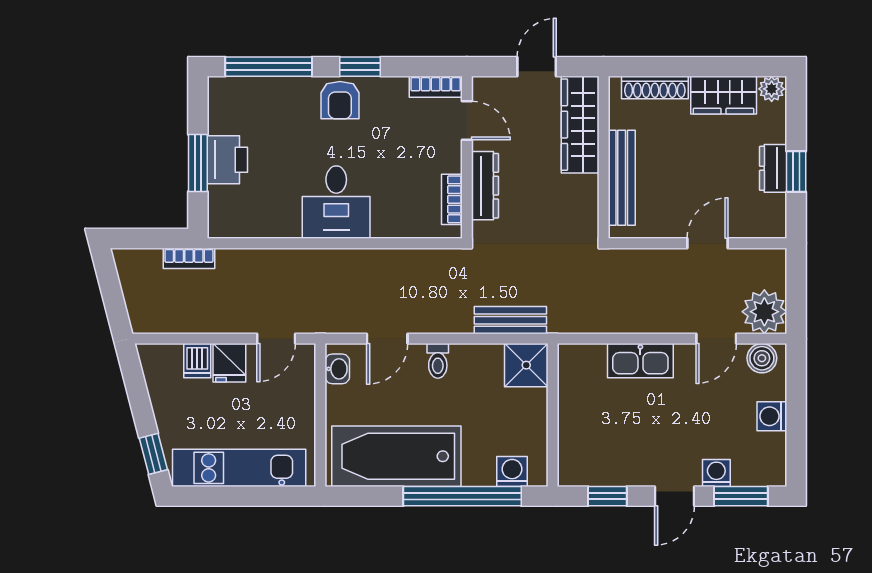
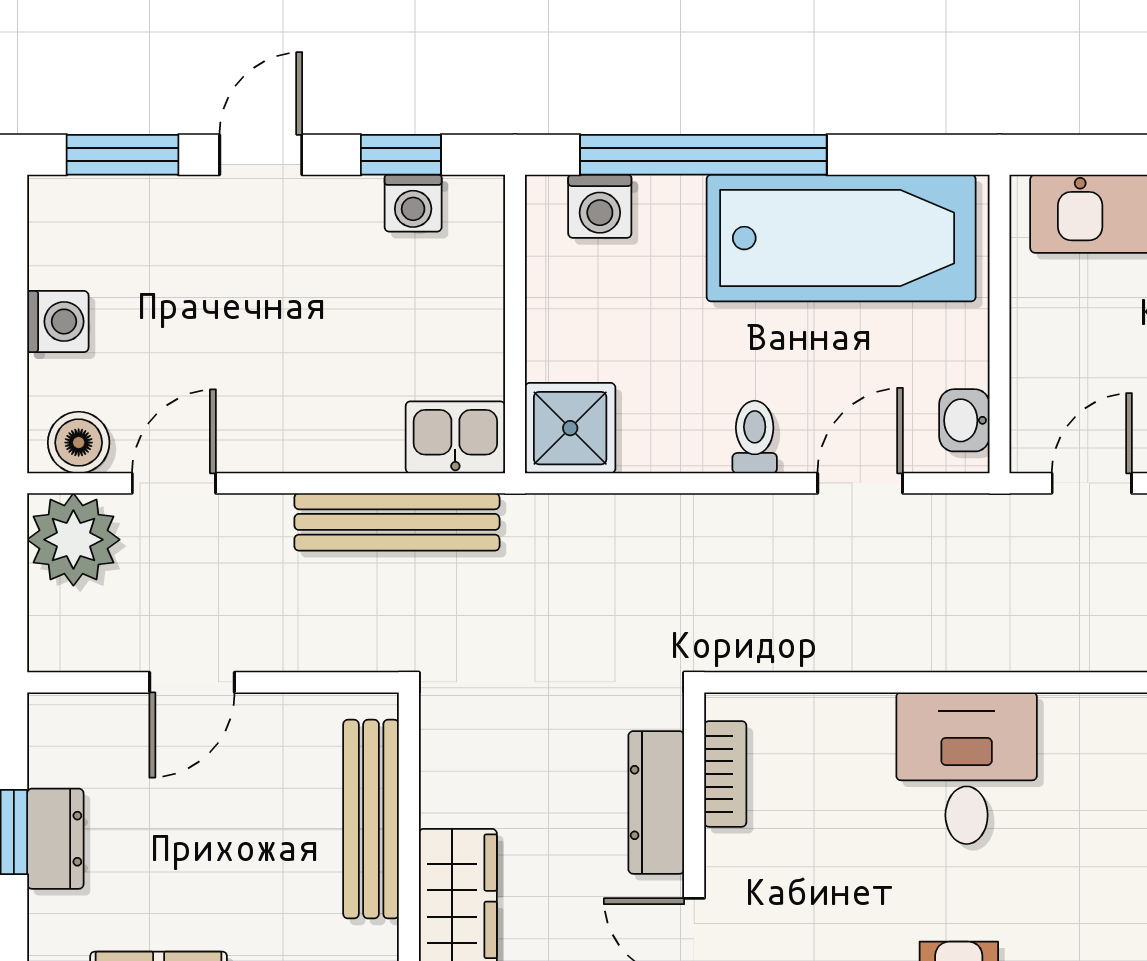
bench: (510, 320) -> (397, 522), moved, width x1.36
kitchen sink: (640, 361) -> (455, 437), moved, width x0.73
washing machine: (716, 473) -> (413, 203), moved

